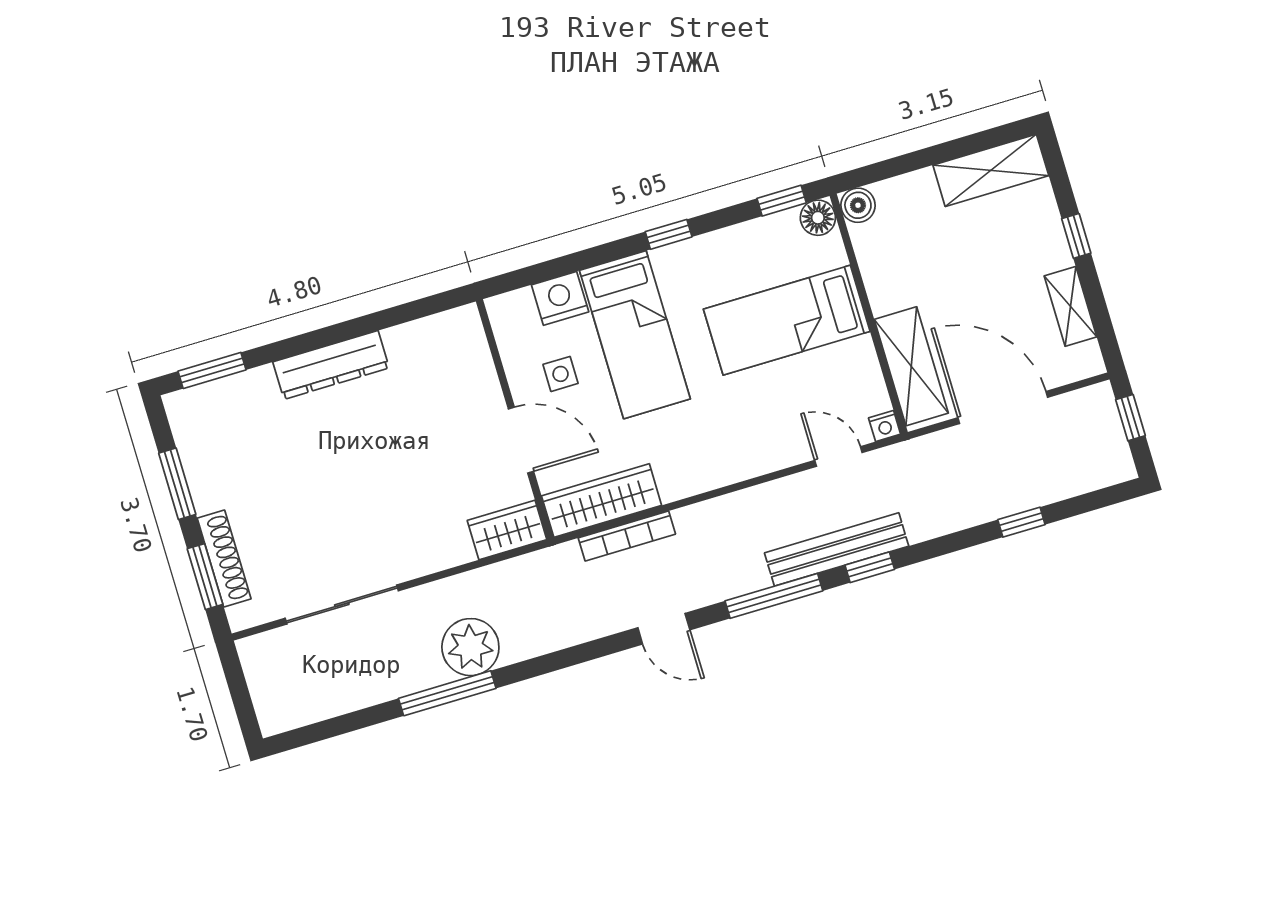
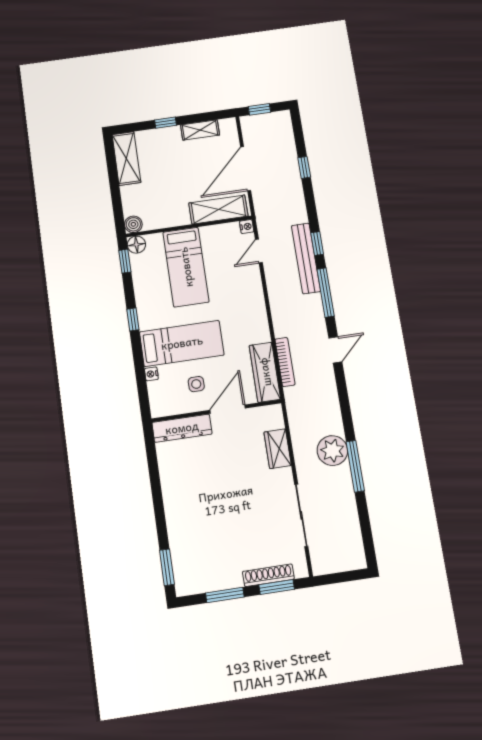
nightstand: (560, 298) -> (151, 374), width x0.53, depth x0.56
dresser: (331, 365) -> (182, 428), moved, turned 90
wardrobe: (507, 530) -> (278, 449), moved

